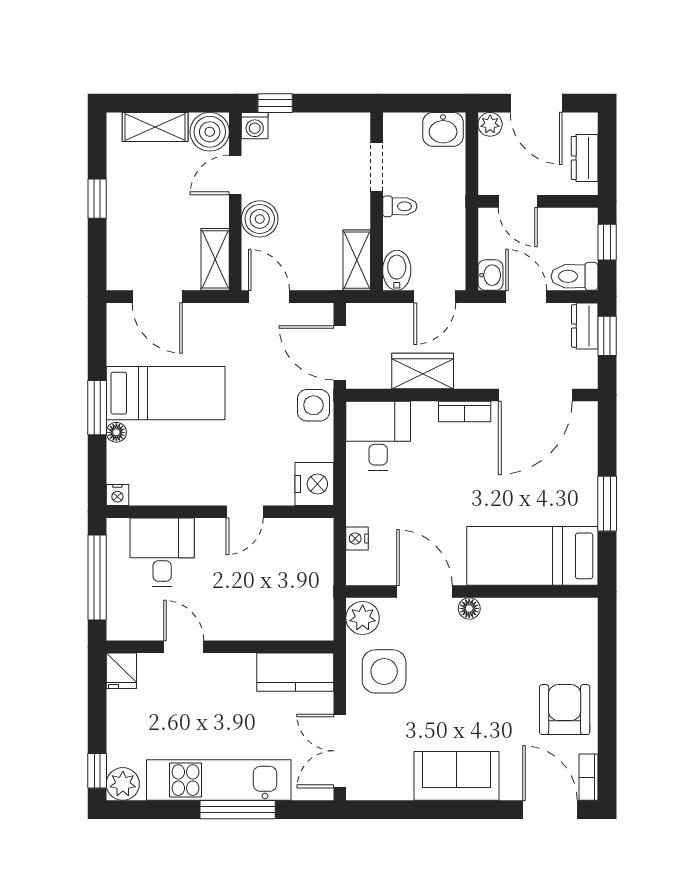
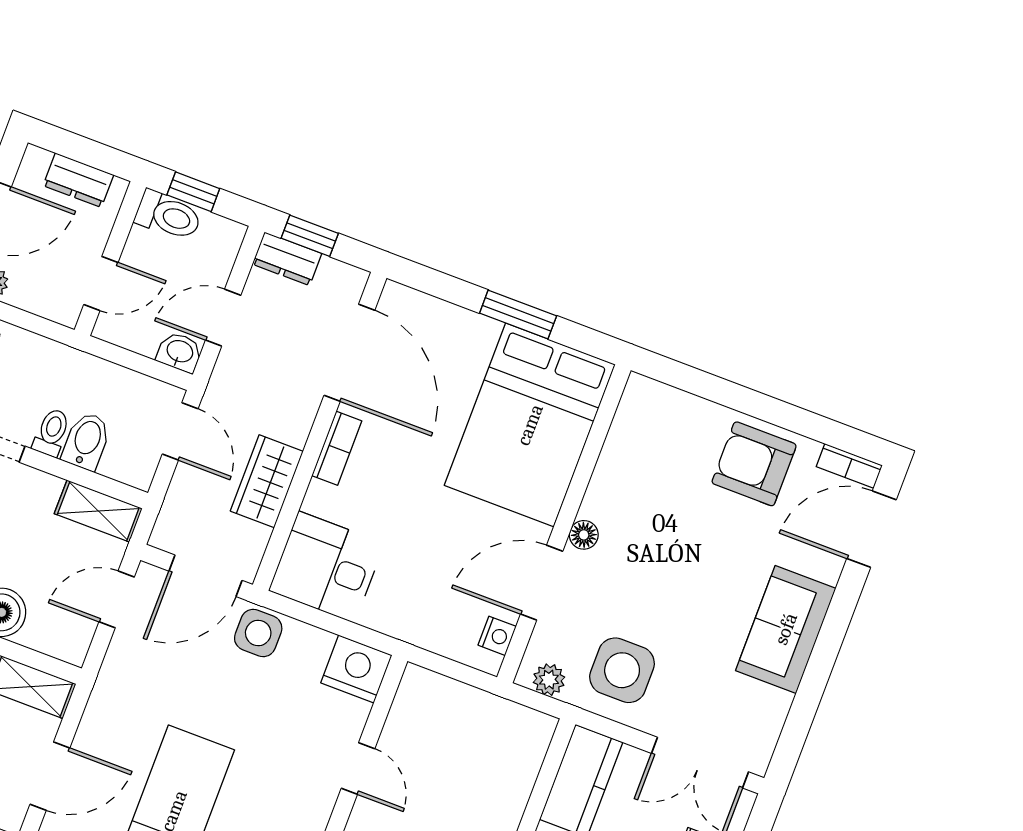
bidet: (397, 270) -> (86, 441), moved, turned 90
toilet: (575, 276) -> (168, 216), moved, turned -90
door: (269, 297) -> (117, 599), moved
nightstand: (357, 539) -> (497, 636), moved, turned -90
bed: (532, 556) -> (530, 425), width x1.50
plant: (363, 618) -> (549, 680), width x0.73, depth x0.73

